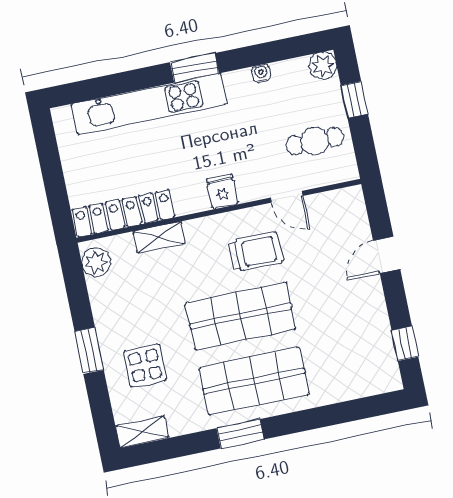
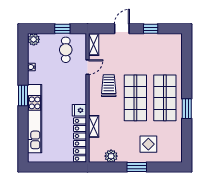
window: (354, 100) -> (62, 29), moved
fridge: (222, 191) -> (79, 110), moved
door: (387, 255) -> (122, 29), swing flipped
plant: (96, 262) -> (111, 156), moved
window: (405, 343) -> (151, 29), moved
shelving: (142, 432) -> (94, 44), moved

